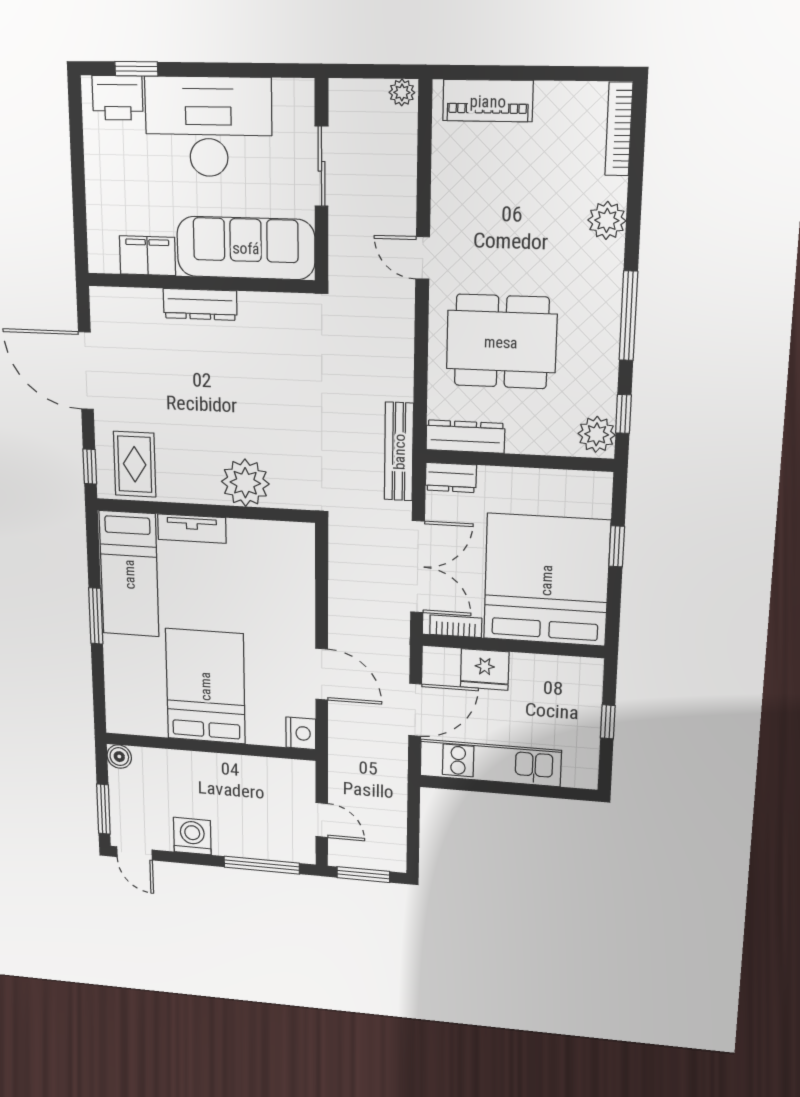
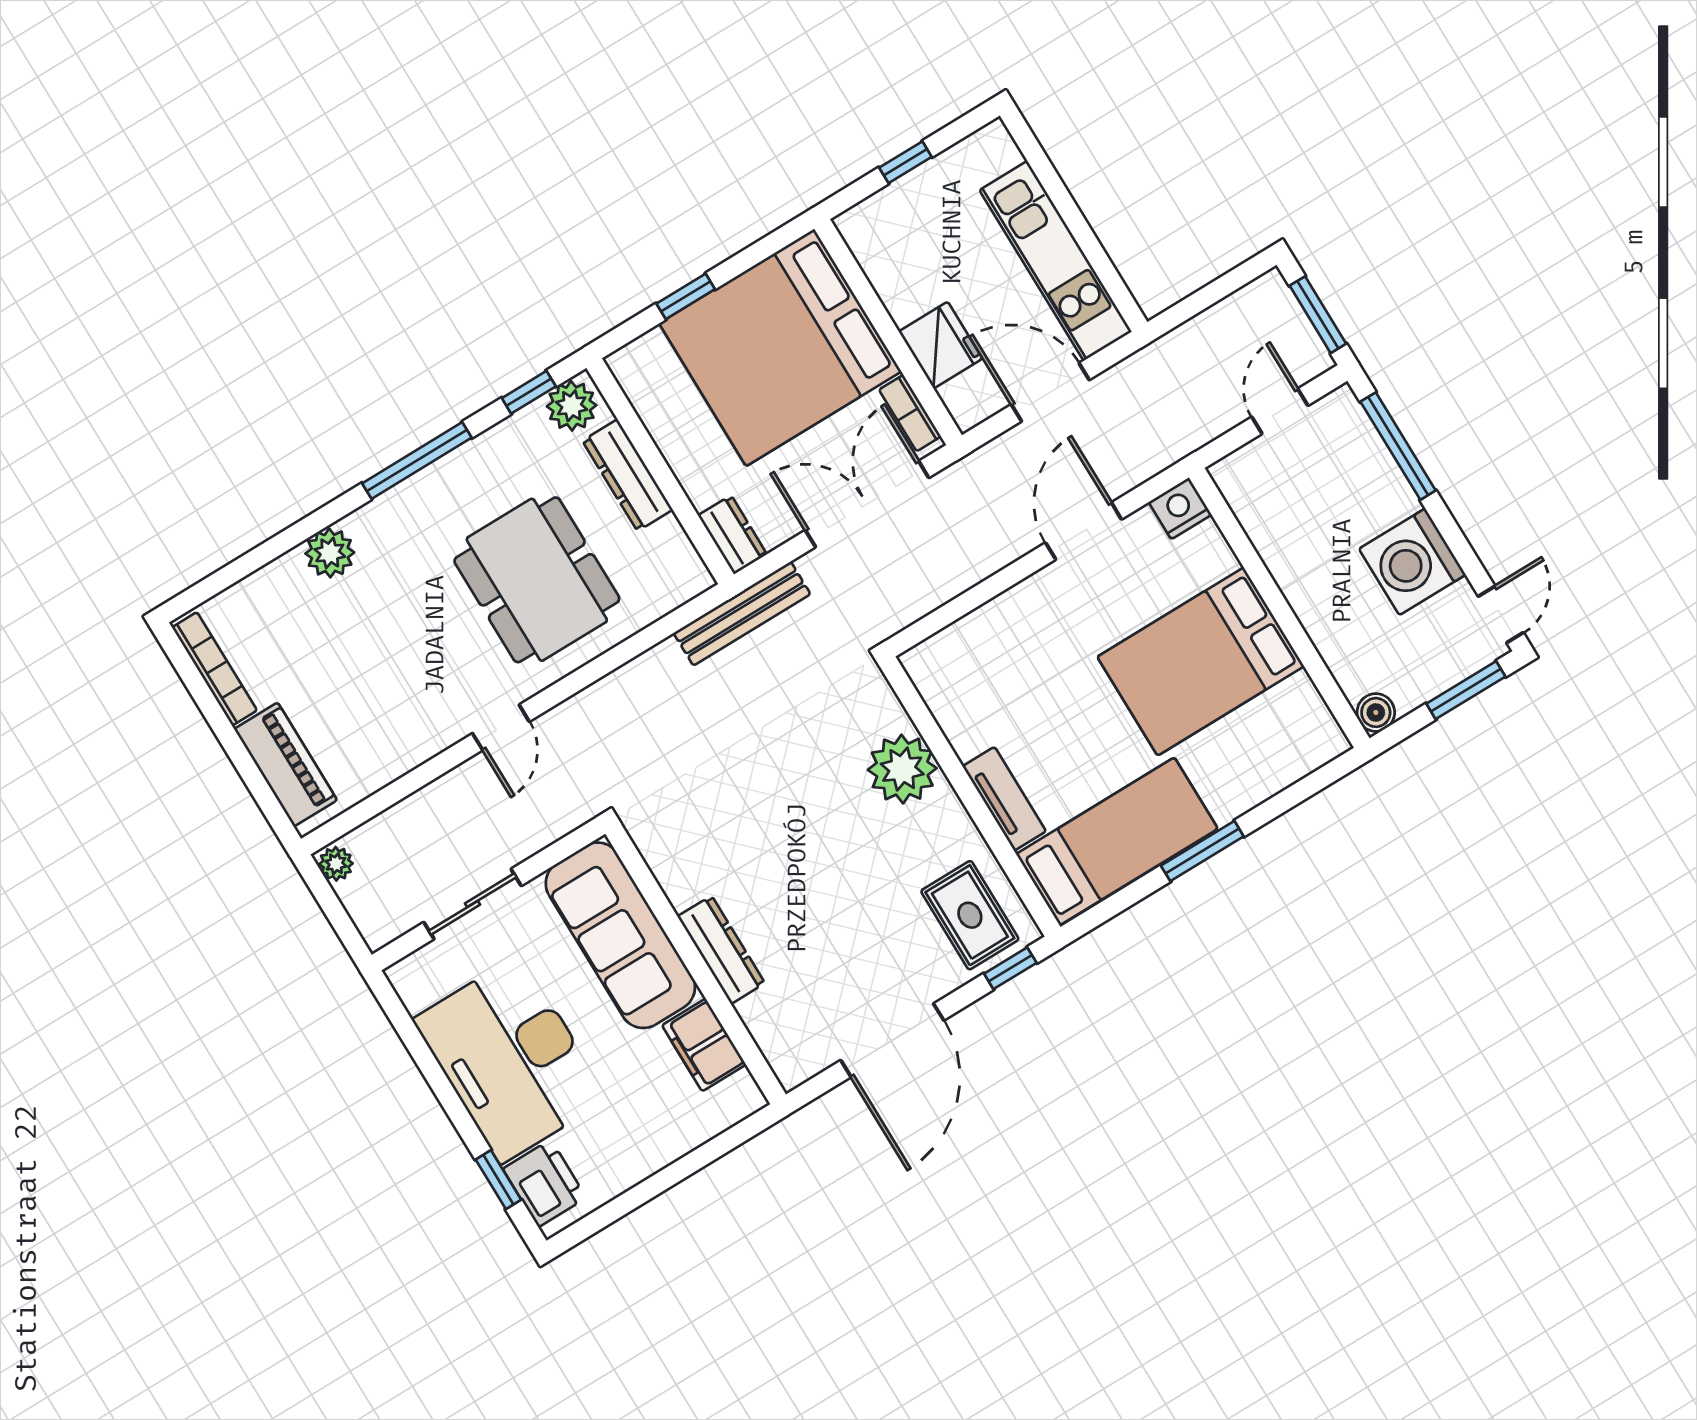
bookcase: (619, 129) -> (215, 669), moved, turned -90
dresser: (465, 437) -> (628, 475), moved
rug: (135, 464) -> (970, 915), turned 90
washing machine: (192, 836) -> (1412, 562), width x1.37, depth x1.37

